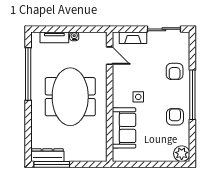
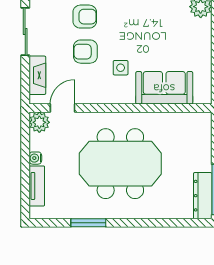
plant: (100, 39) -> (39, 122), added
window: (28, 74) -> (88, 223), width x0.47
armchair: (175, 117) -> (85, 52), moved

